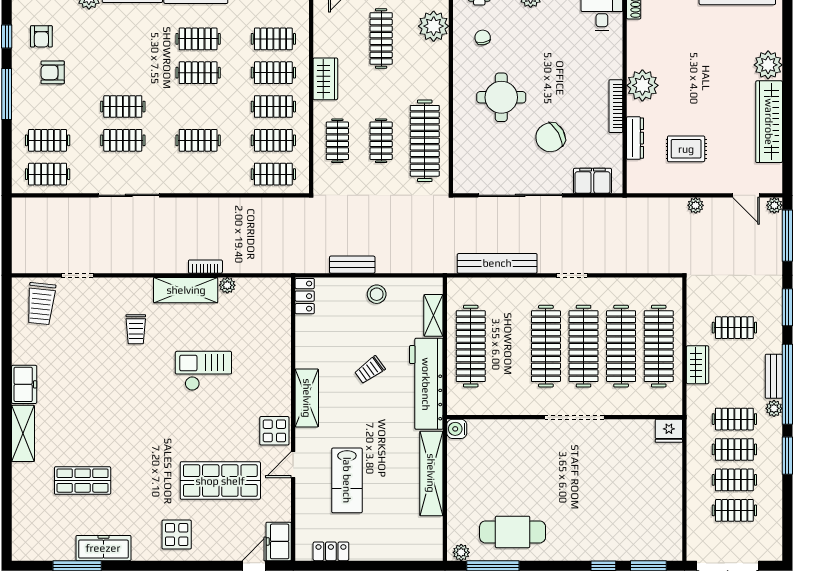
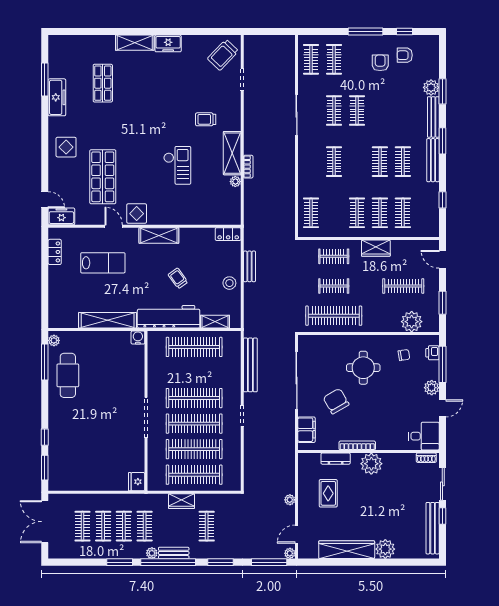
clothes rail: (273, 140) -> (334, 213), removed
trolley: (41, 304) -> (223, 55), turned -52
lab bench: (347, 480) -> (103, 263), turned 180

